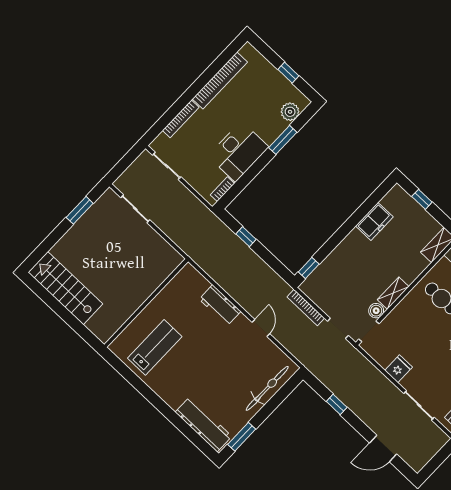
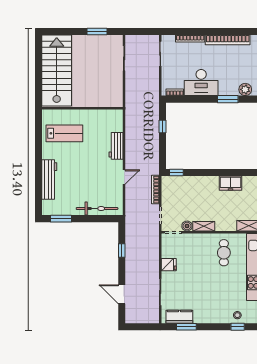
stairs: (65, 288) -> (57, 70), width x1.36, depth x1.51
workbench: (204, 424) -> (49, 179), moved

